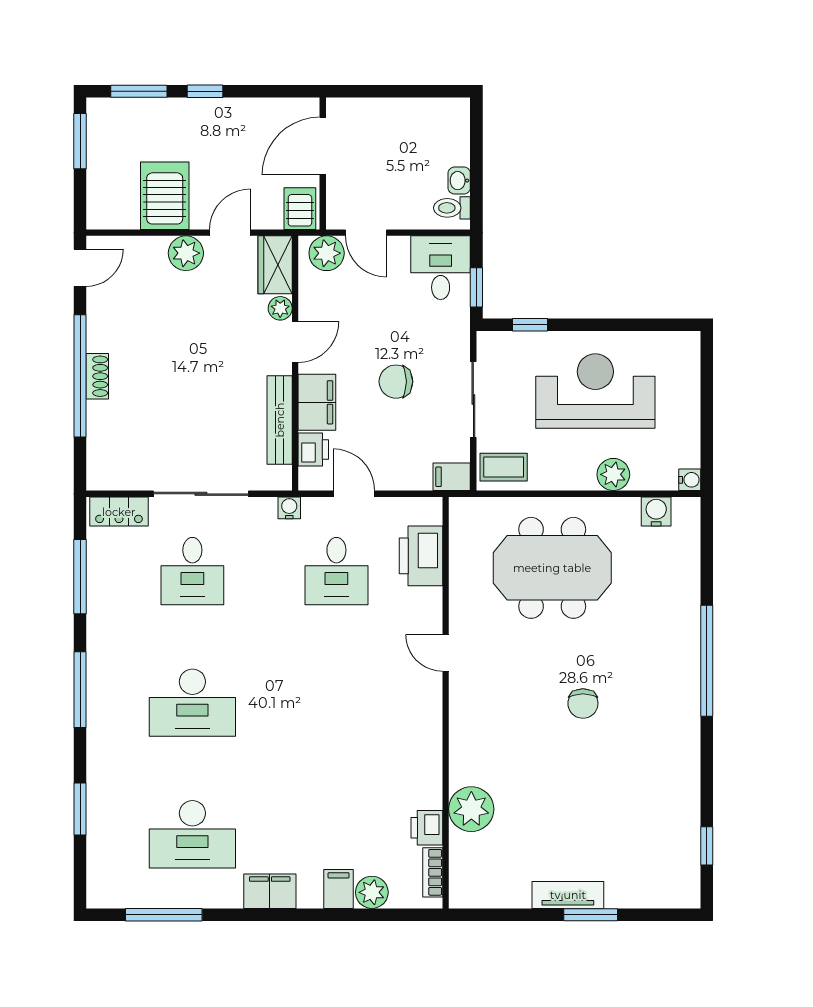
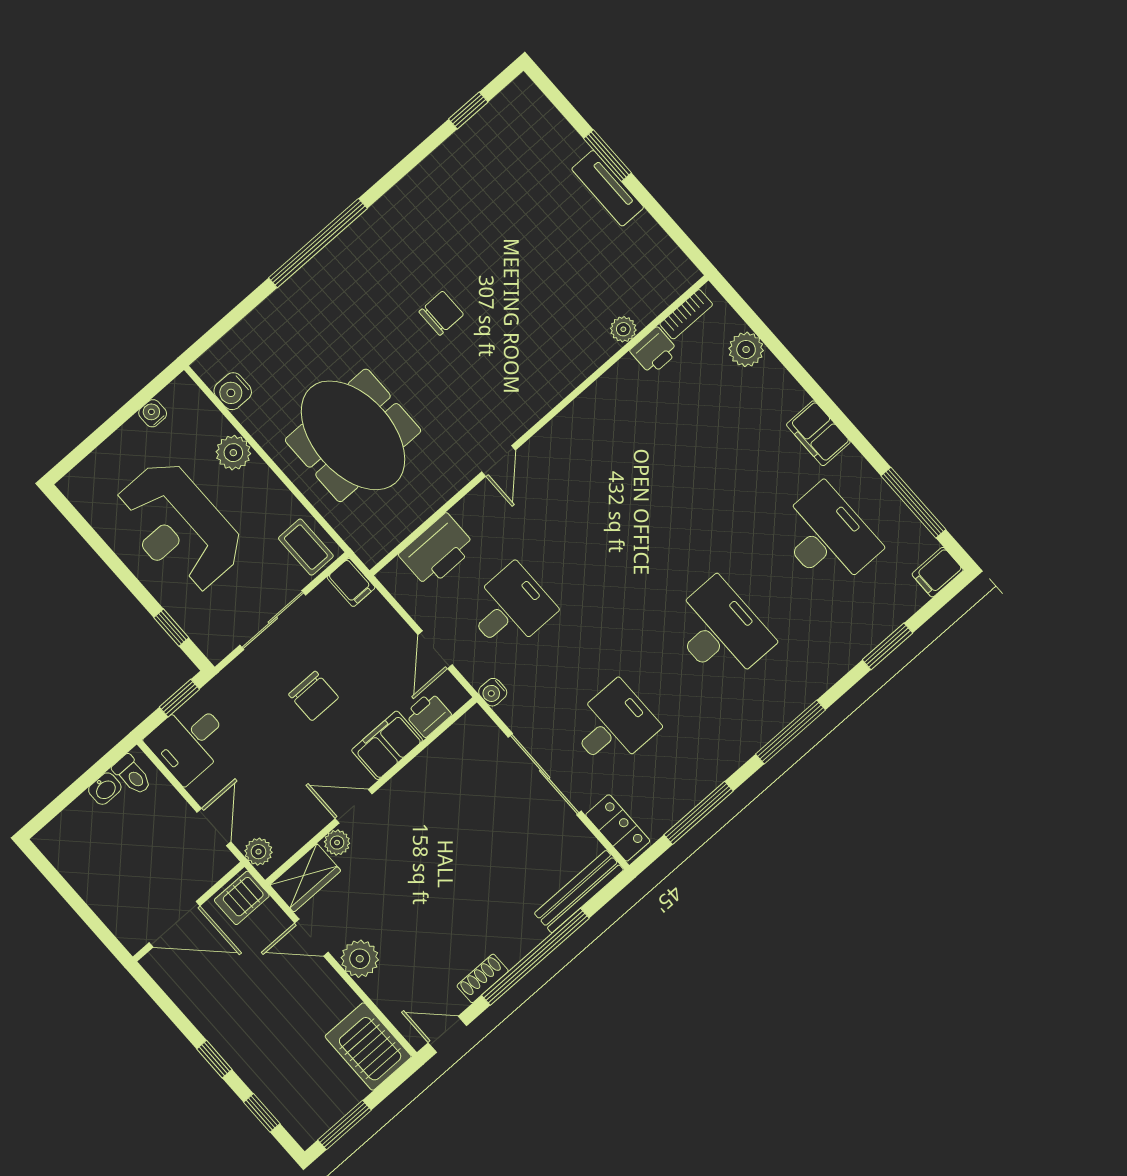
window: (139, 91) -> (262, 1113), width x0.67
server rack: (165, 196) -> (368, 1047), moved, turned 90
plant: (327, 253) -> (258, 852), width x0.73, depth x0.73
shoe rack: (97, 376) -> (483, 978), moved
bench: (280, 420) -> (579, 892), moved
water cooler: (690, 480) -> (153, 413), moved
plant: (471, 809) -> (623, 329), width x0.53, depth x0.53
filing cabinet: (339, 889) -> (938, 572), moved

